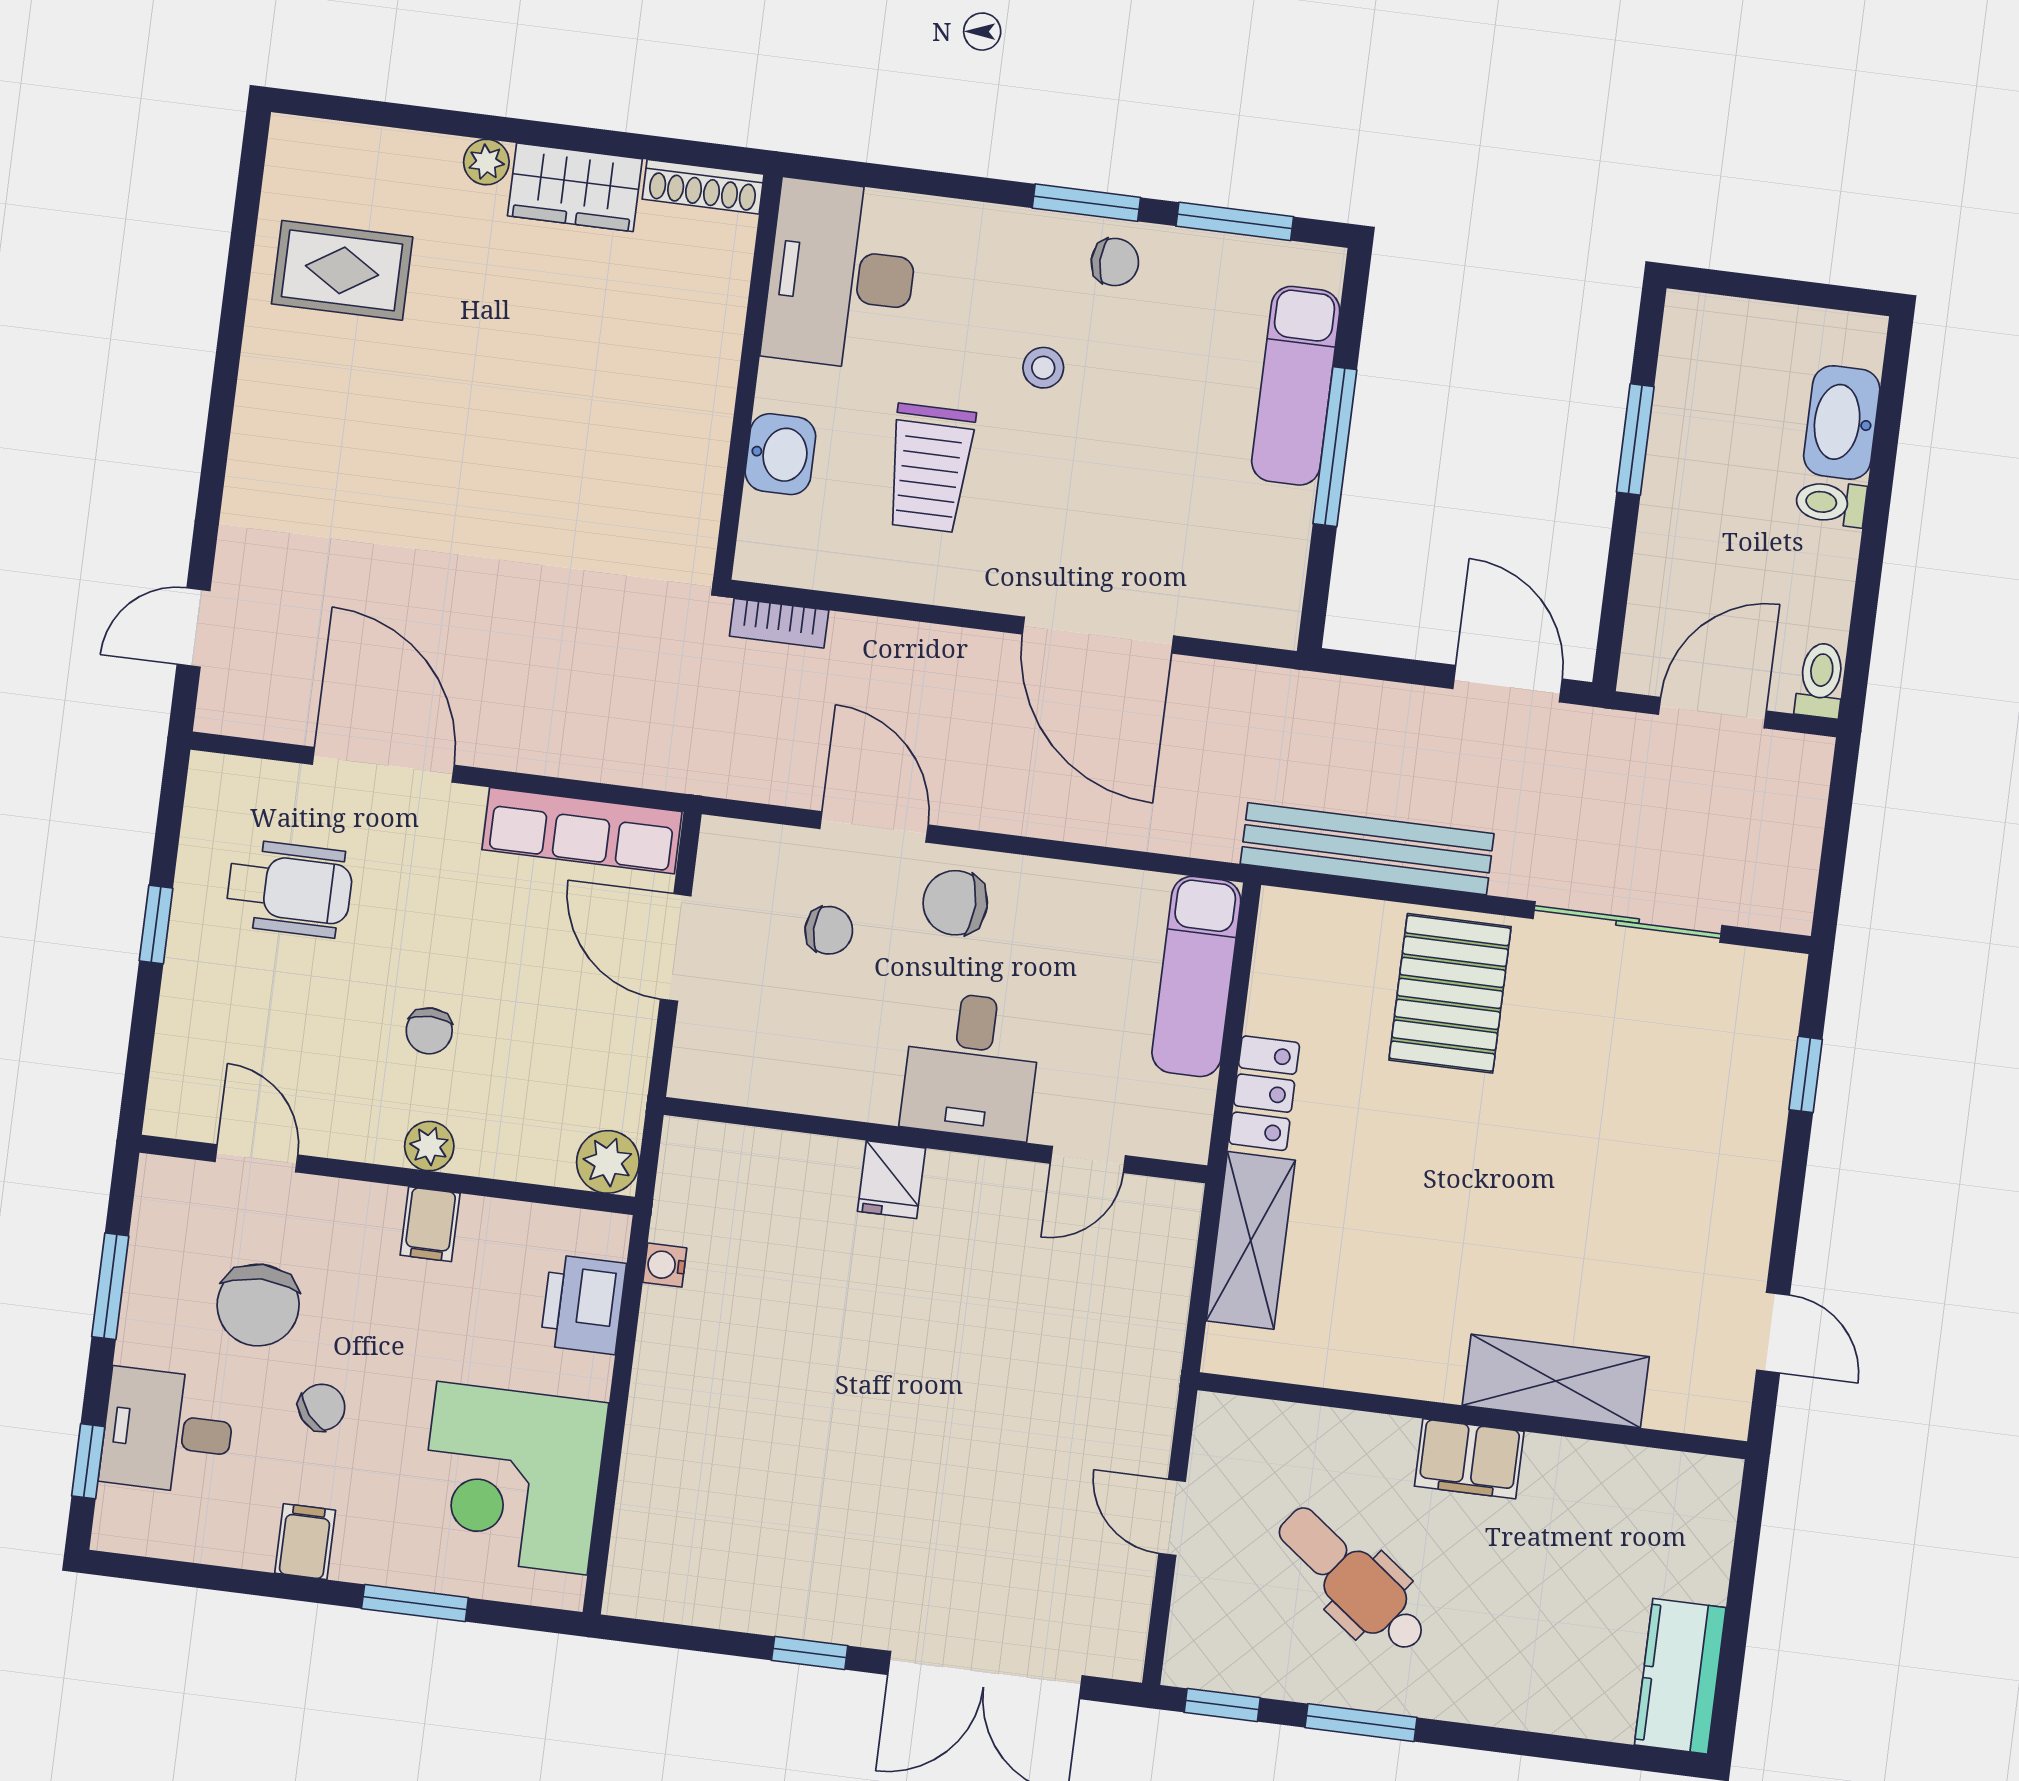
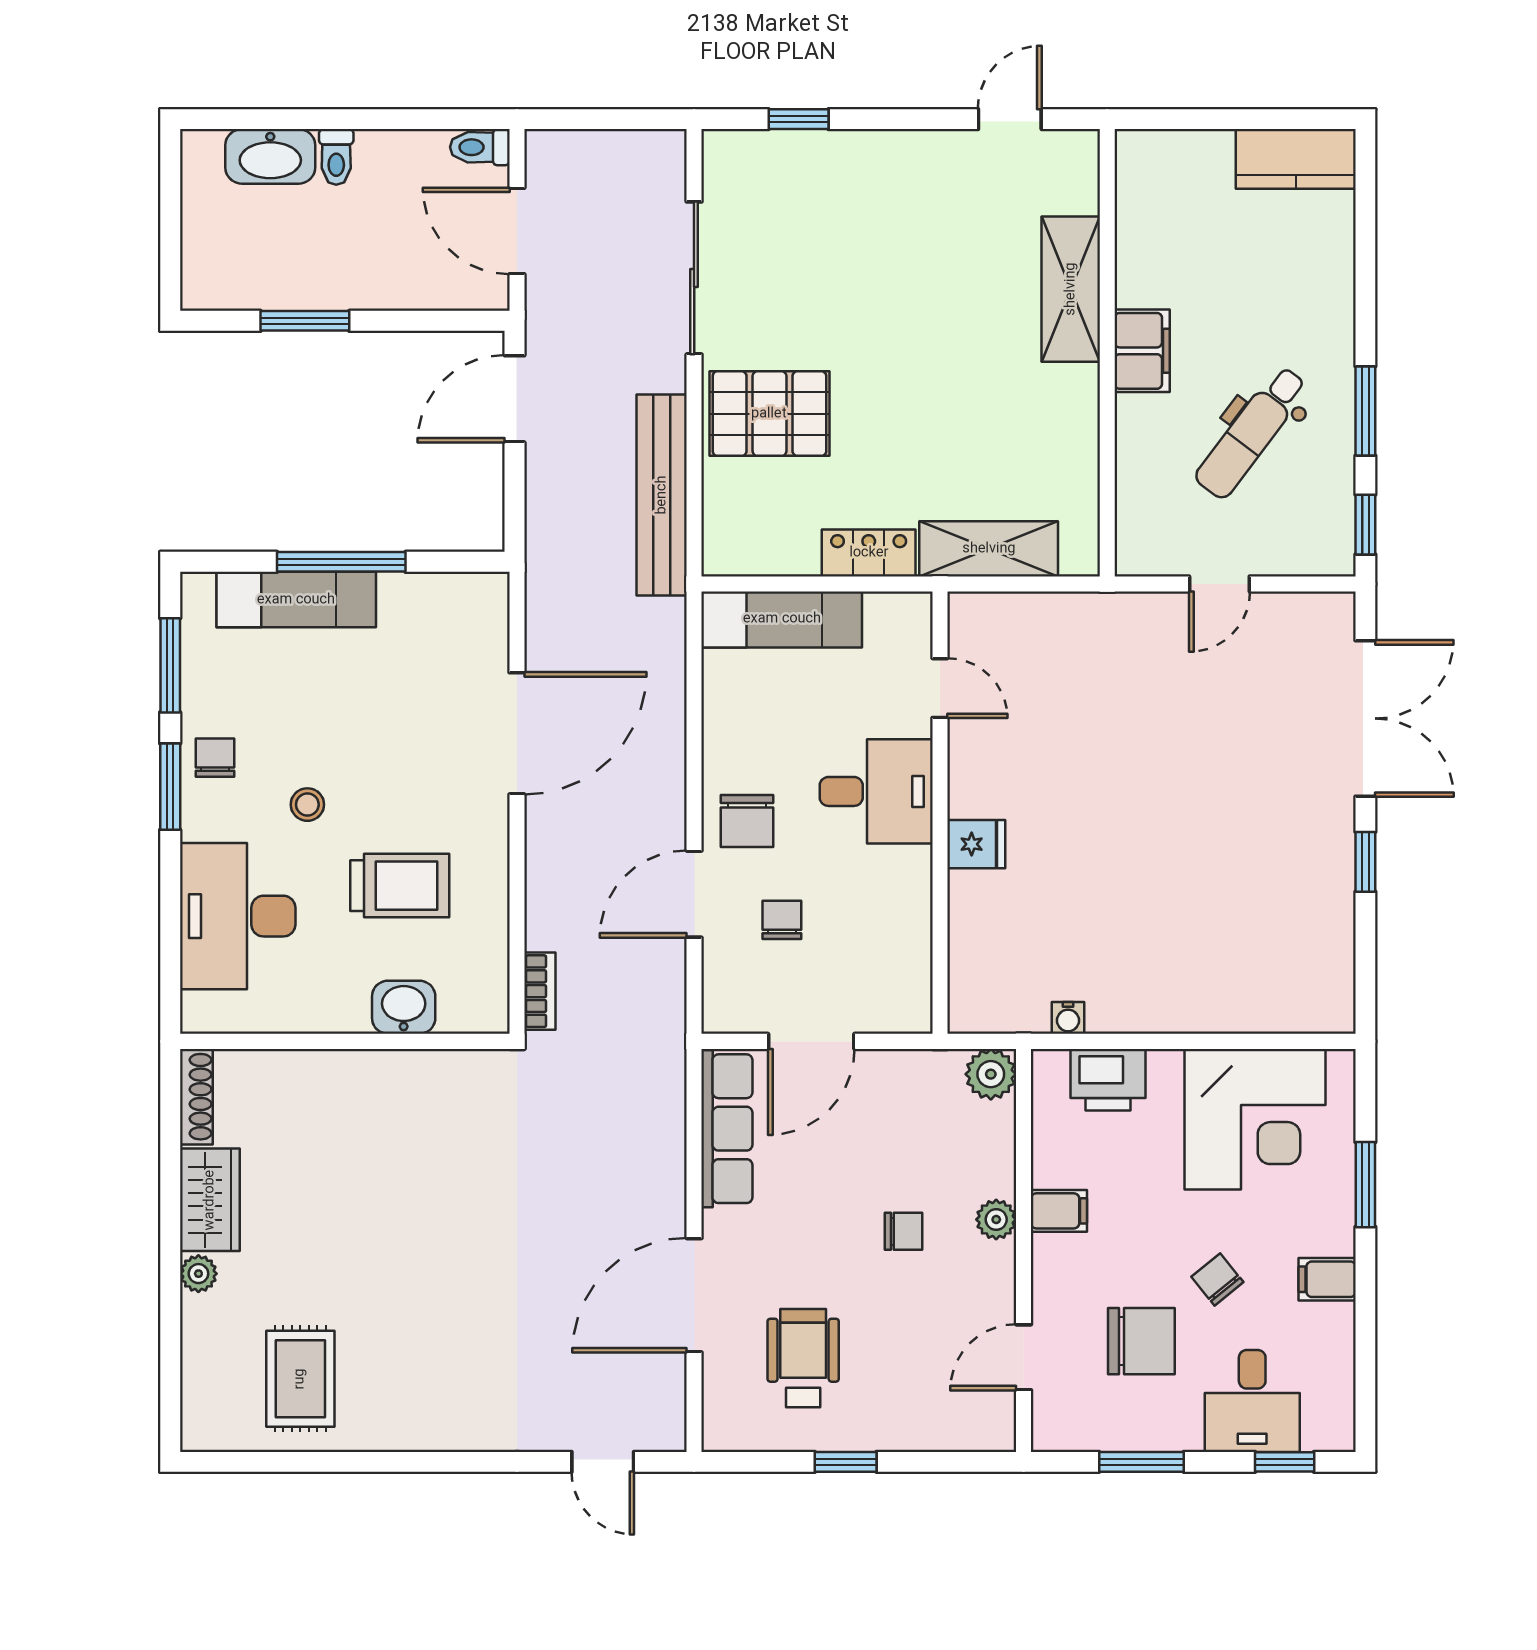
desk: (841, 275) -> (238, 916), moved, turned 90

